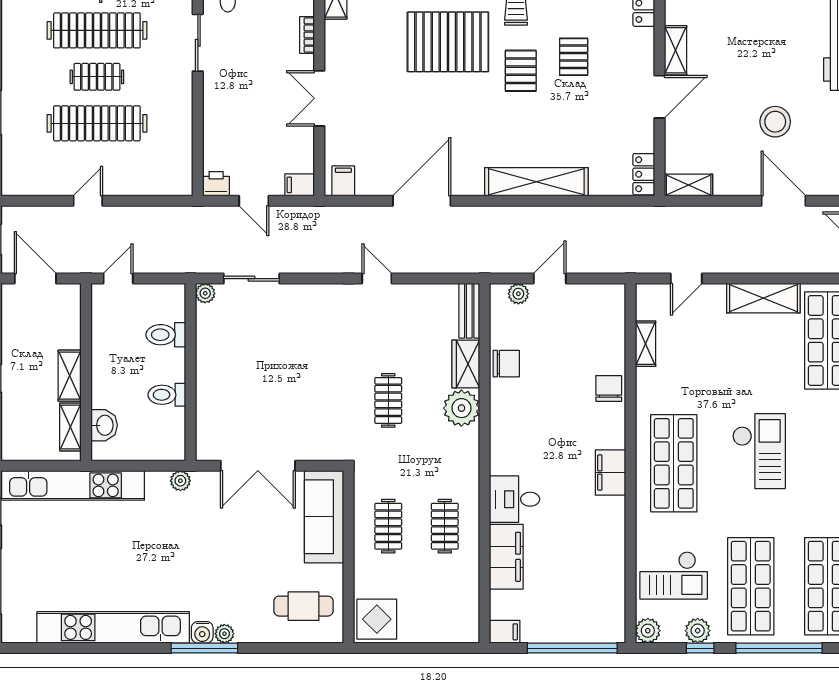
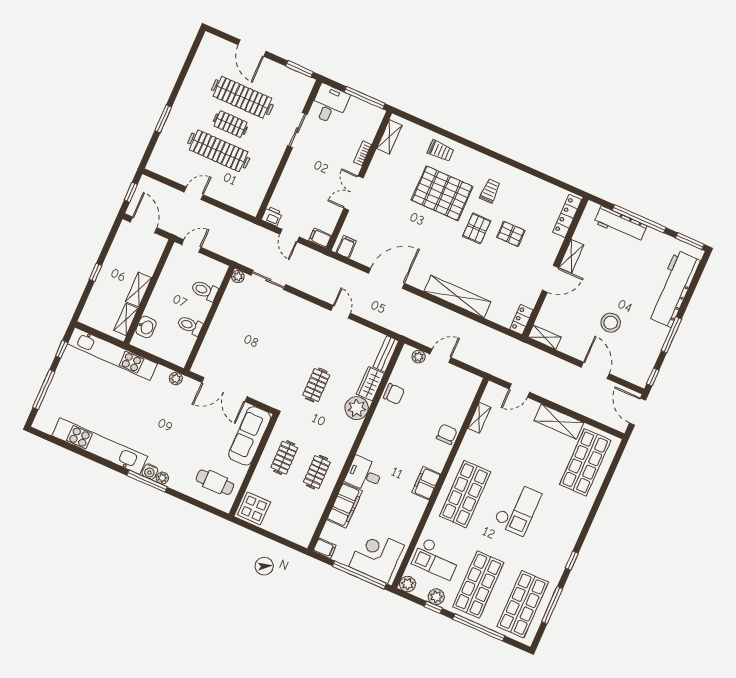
pallet: (574, 57) -> (511, 234), turned 90
corner desk: (585, 610) -> (376, 556), added

